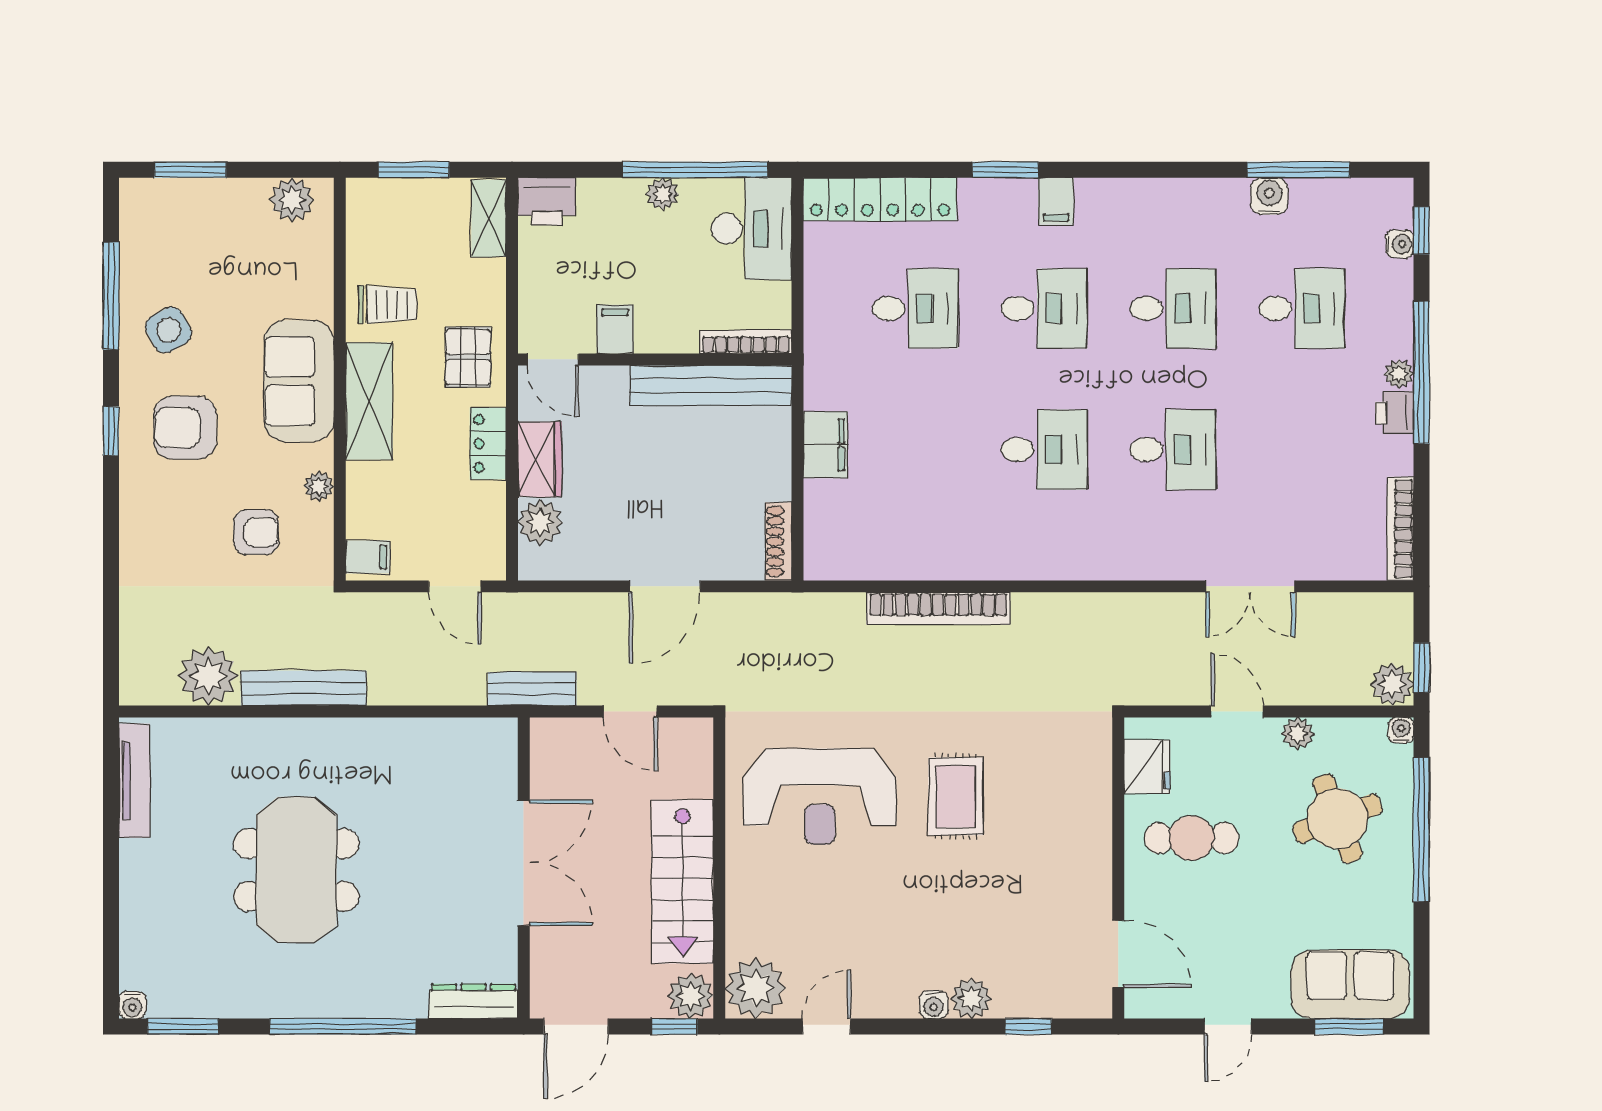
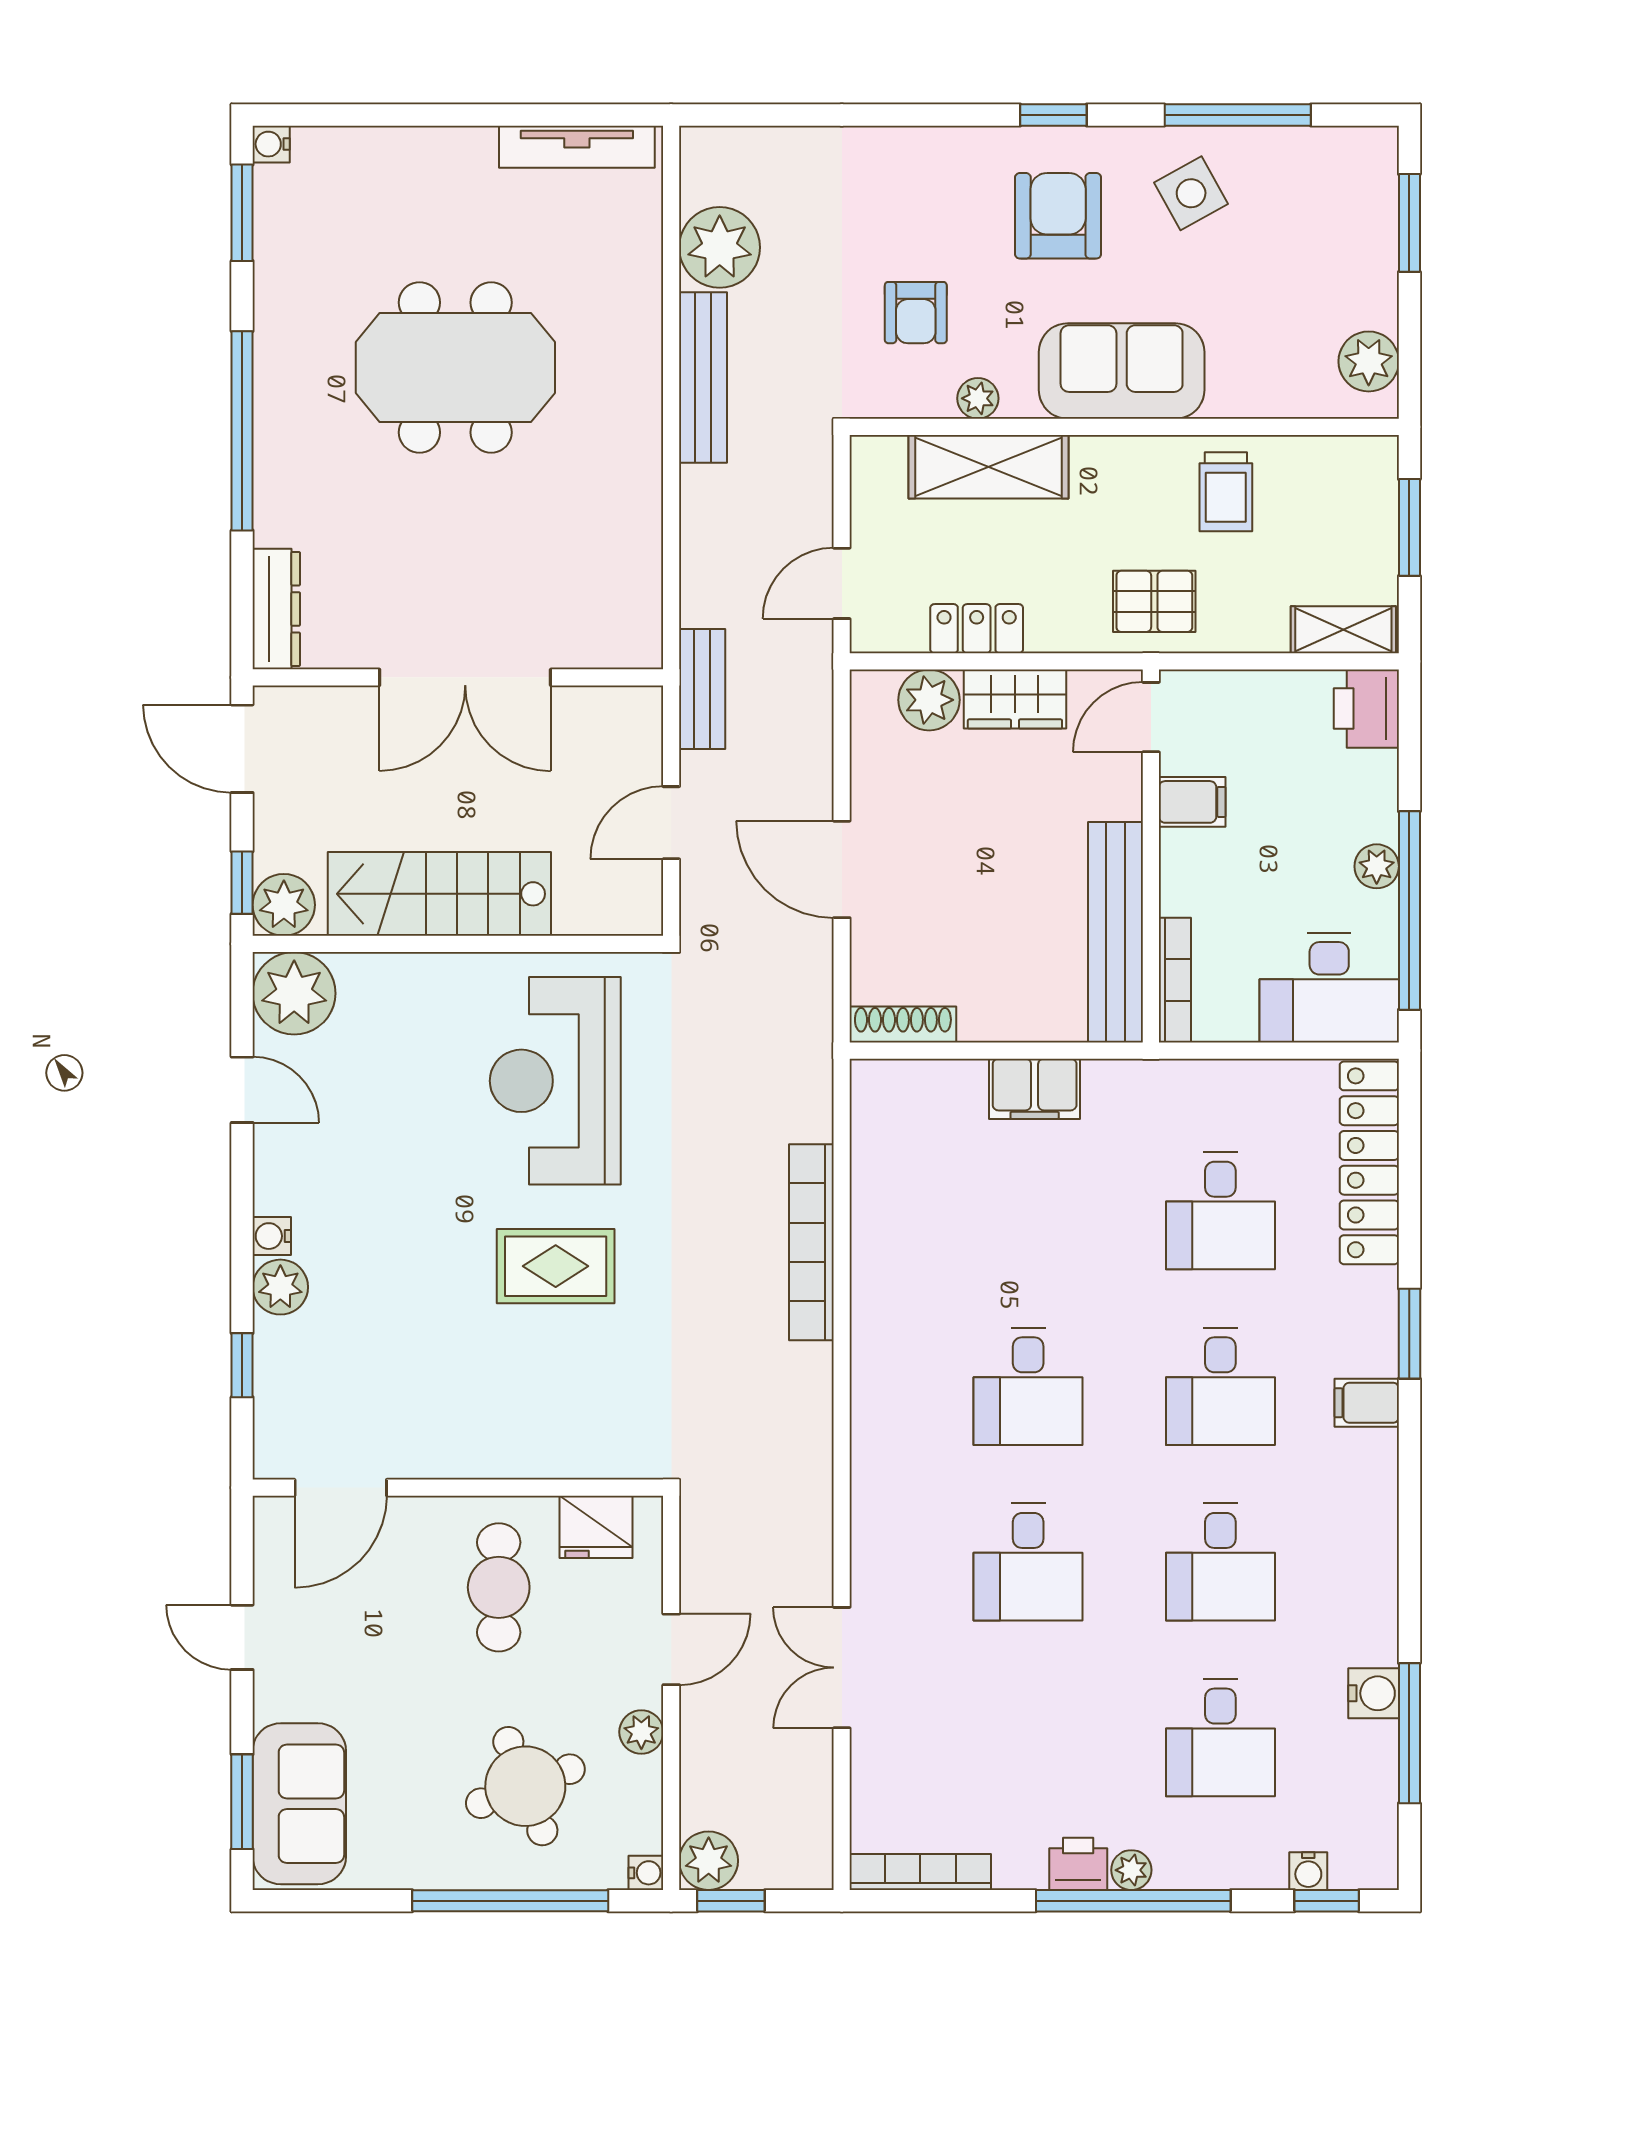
shelving: (369, 401) -> (989, 467), moved
locker: (488, 444) -> (977, 629), moved
filing cabinet: (368, 557) -> (882, 465), removed

